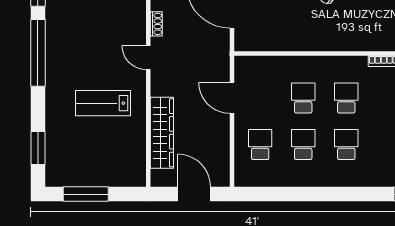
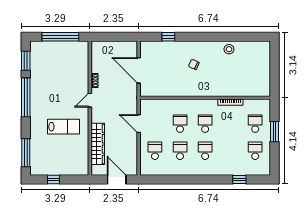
door: (148, 58) -> (90, 100), hinge flipped
lab bench: (103, 103) -> (64, 127), turned 180
window: (38, 148) -> (26, 153), width x1.44
window: (86, 194) -> (53, 180), width x0.46

